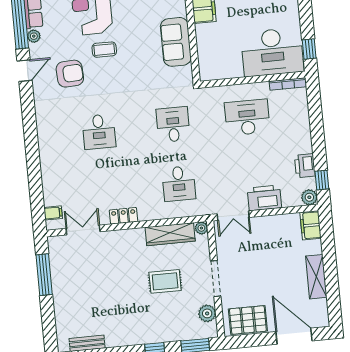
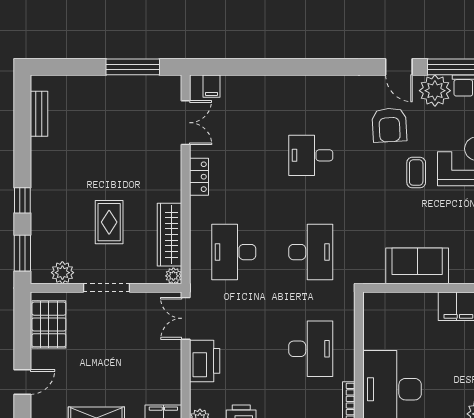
plant: (34, 36) -> (435, 91), width x1.88, depth x1.88
desk: (173, 125) -> (311, 252), width x1.37
desk: (179, 184) -> (234, 252), width x1.37
door: (294, 336) -> (22, 382), width x0.53

